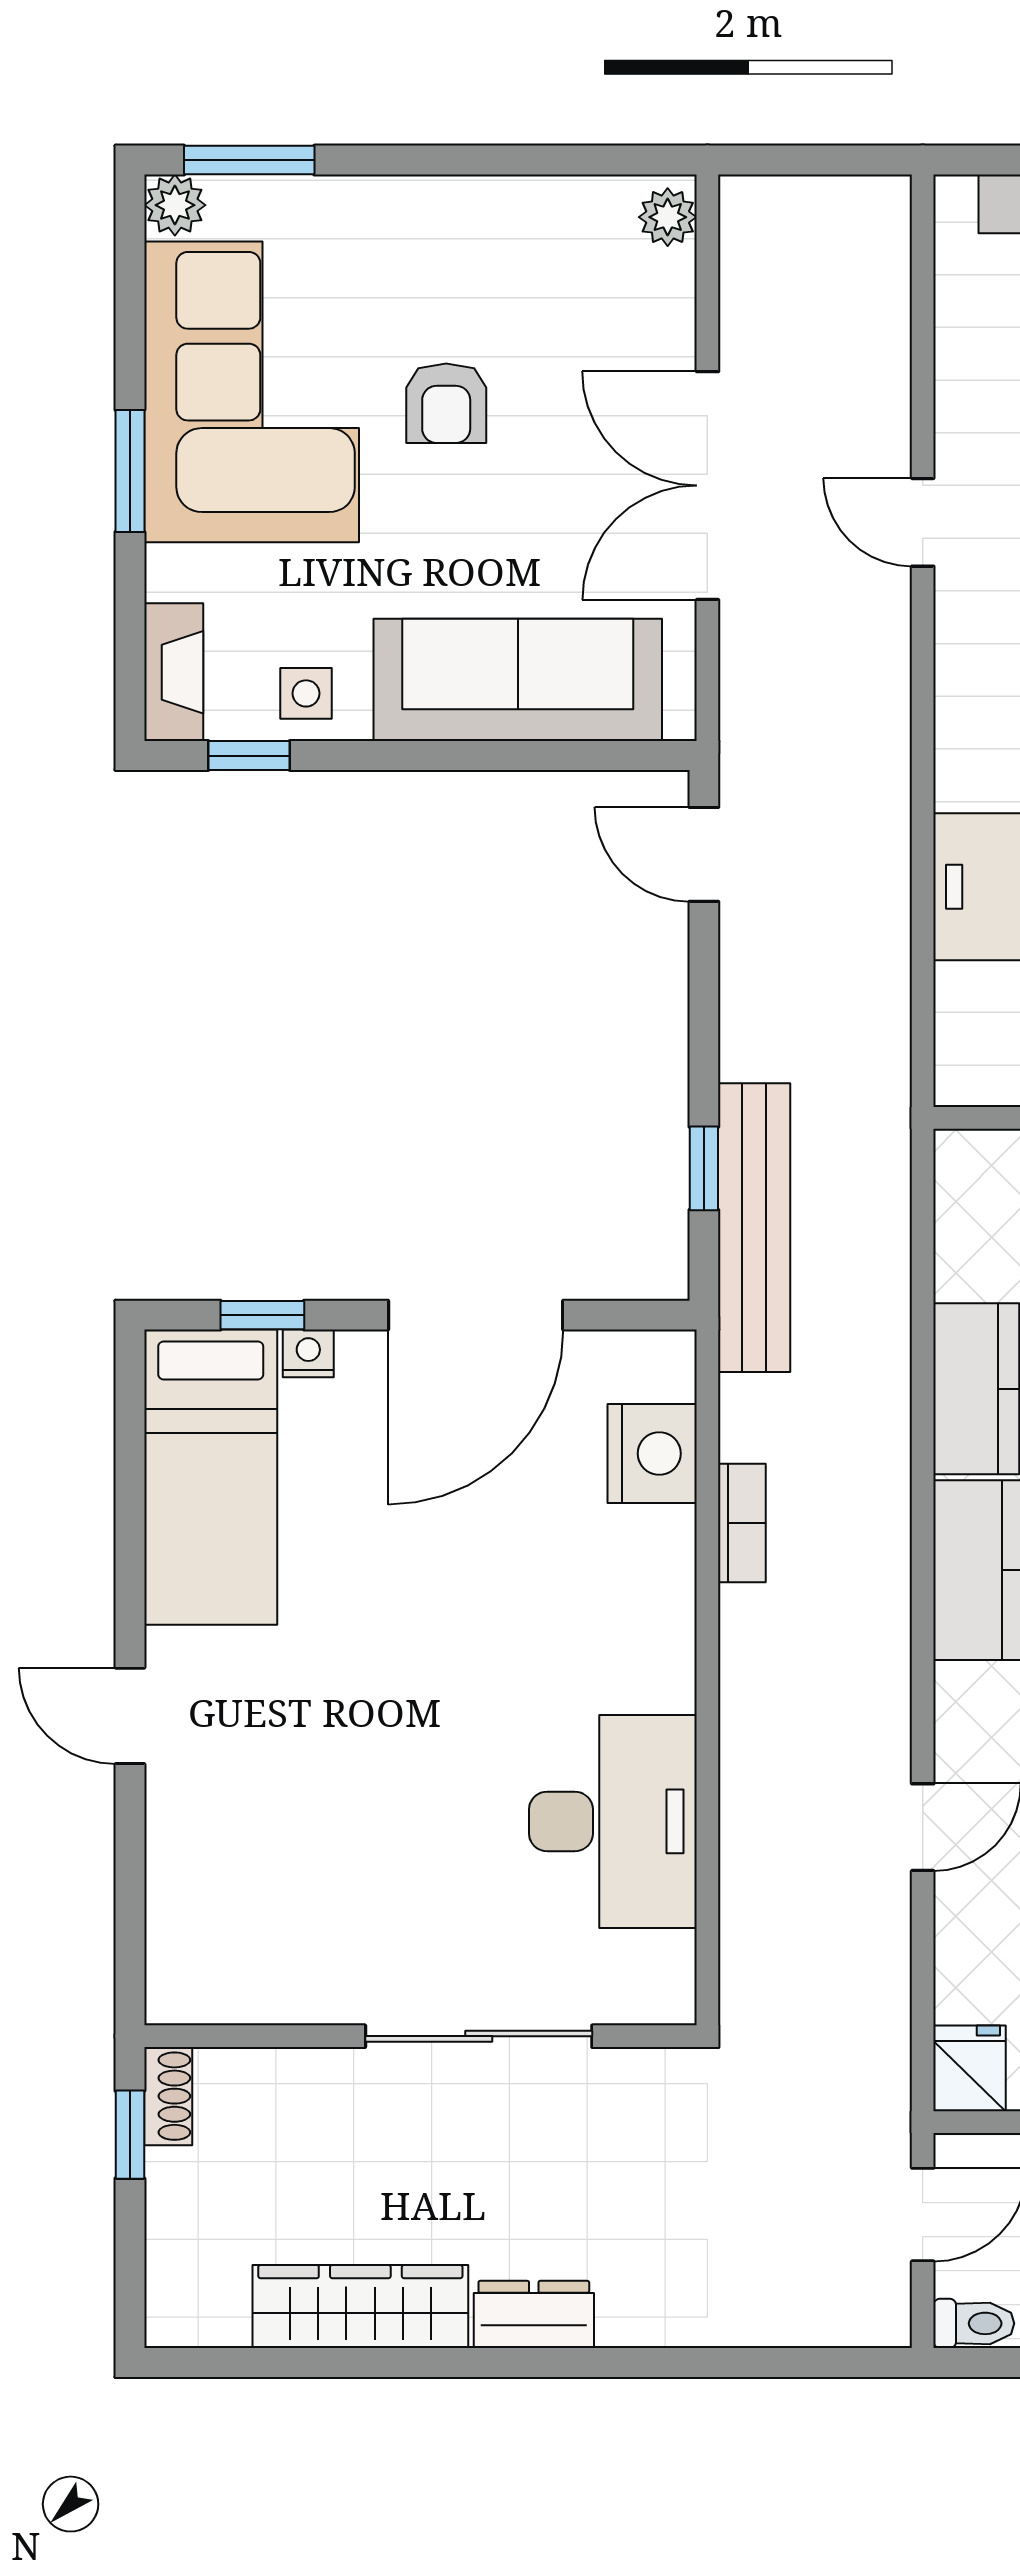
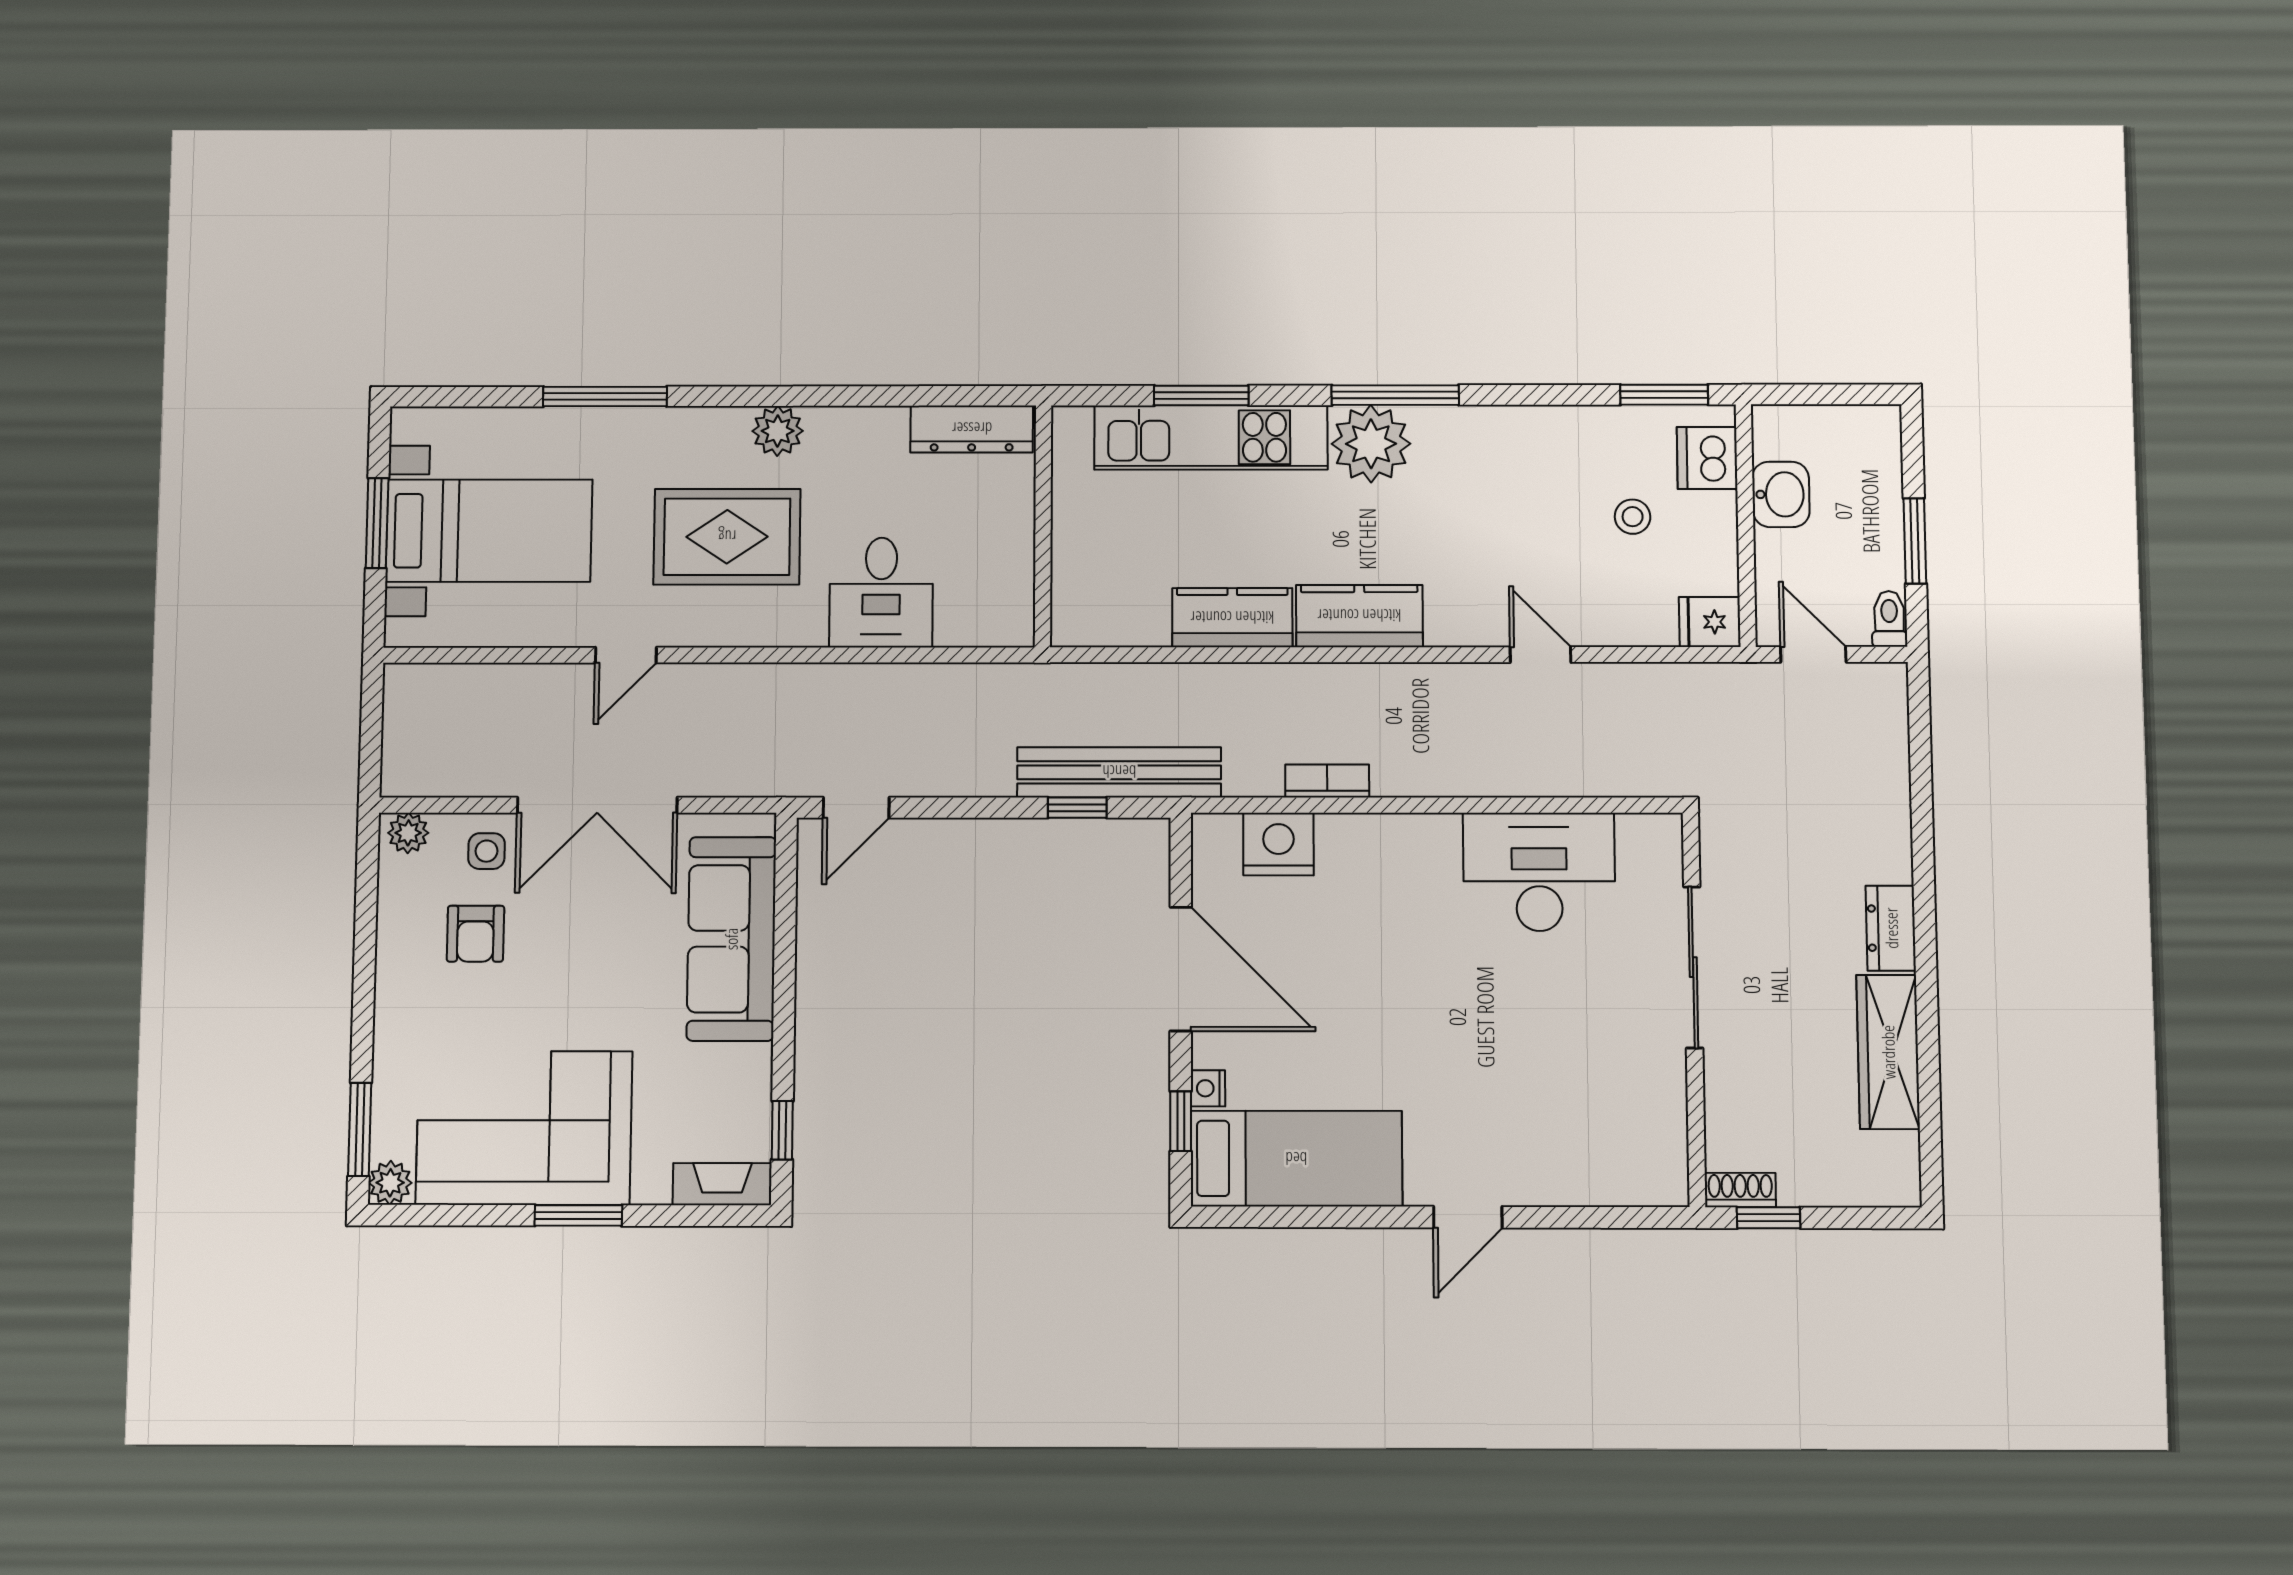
armchair: (446, 403) -> (475, 934), moved, turned 90
side table: (306, 693) -> (487, 851), moved

